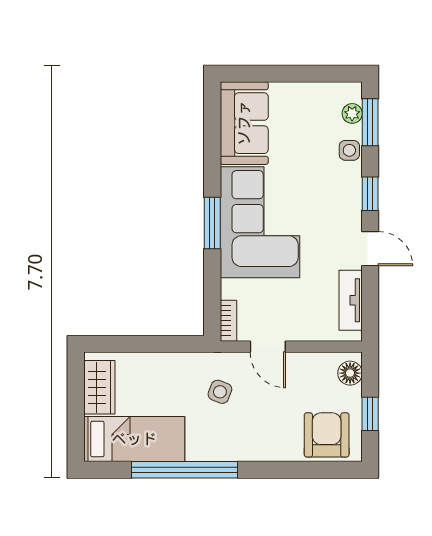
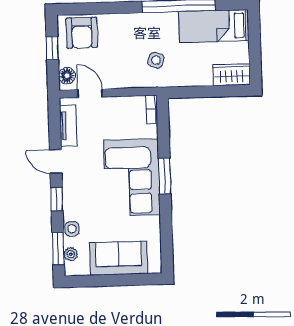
sofa: (244, 123) -> (119, 258), moved, turned 90
door: (268, 347) -> (90, 93), moved
wardrobe: (99, 387) -> (232, 75), moved, turned 90

